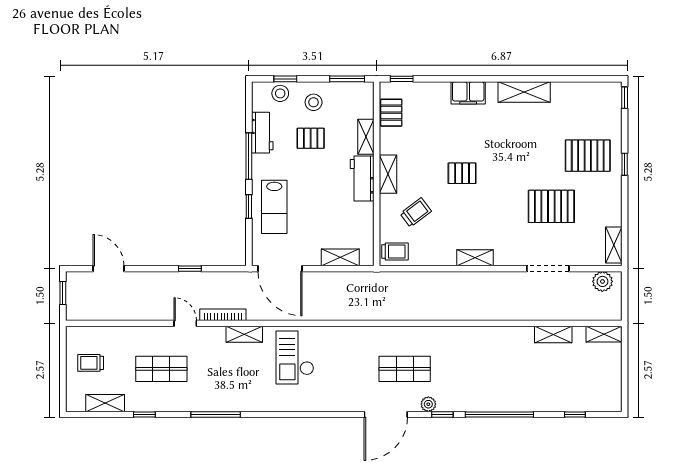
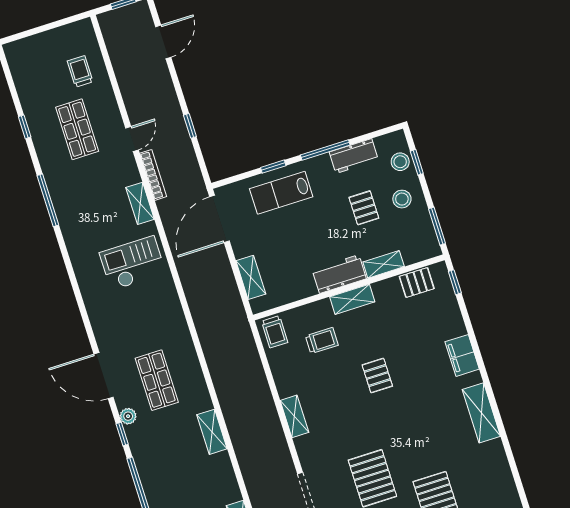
trolley: (416, 212) -> (322, 341), turned -53
trolley: (91, 363) -> (80, 71), moved
shelving: (105, 403) -> (212, 432), moved

